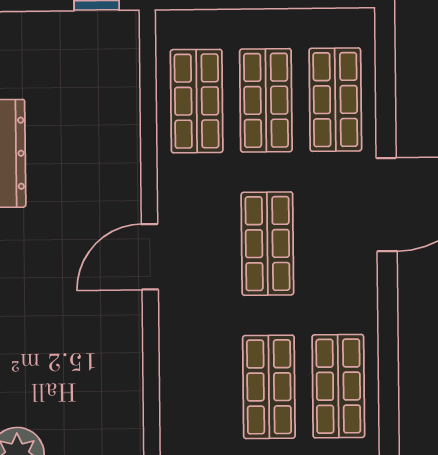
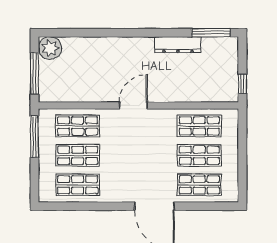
shop shelf: (267, 244) -> (78, 126), moved
door: (150, 257) -> (133, 105), hinge flipped

